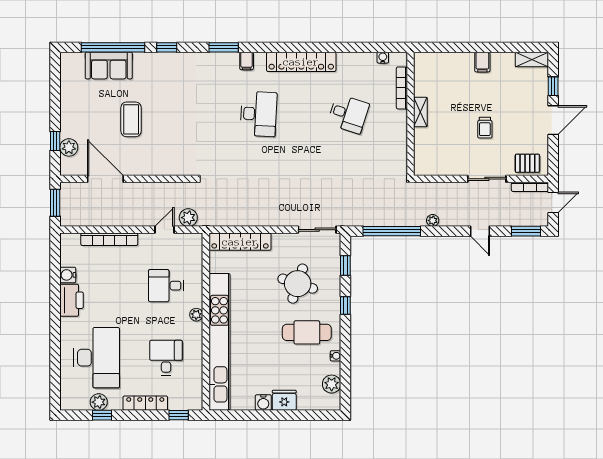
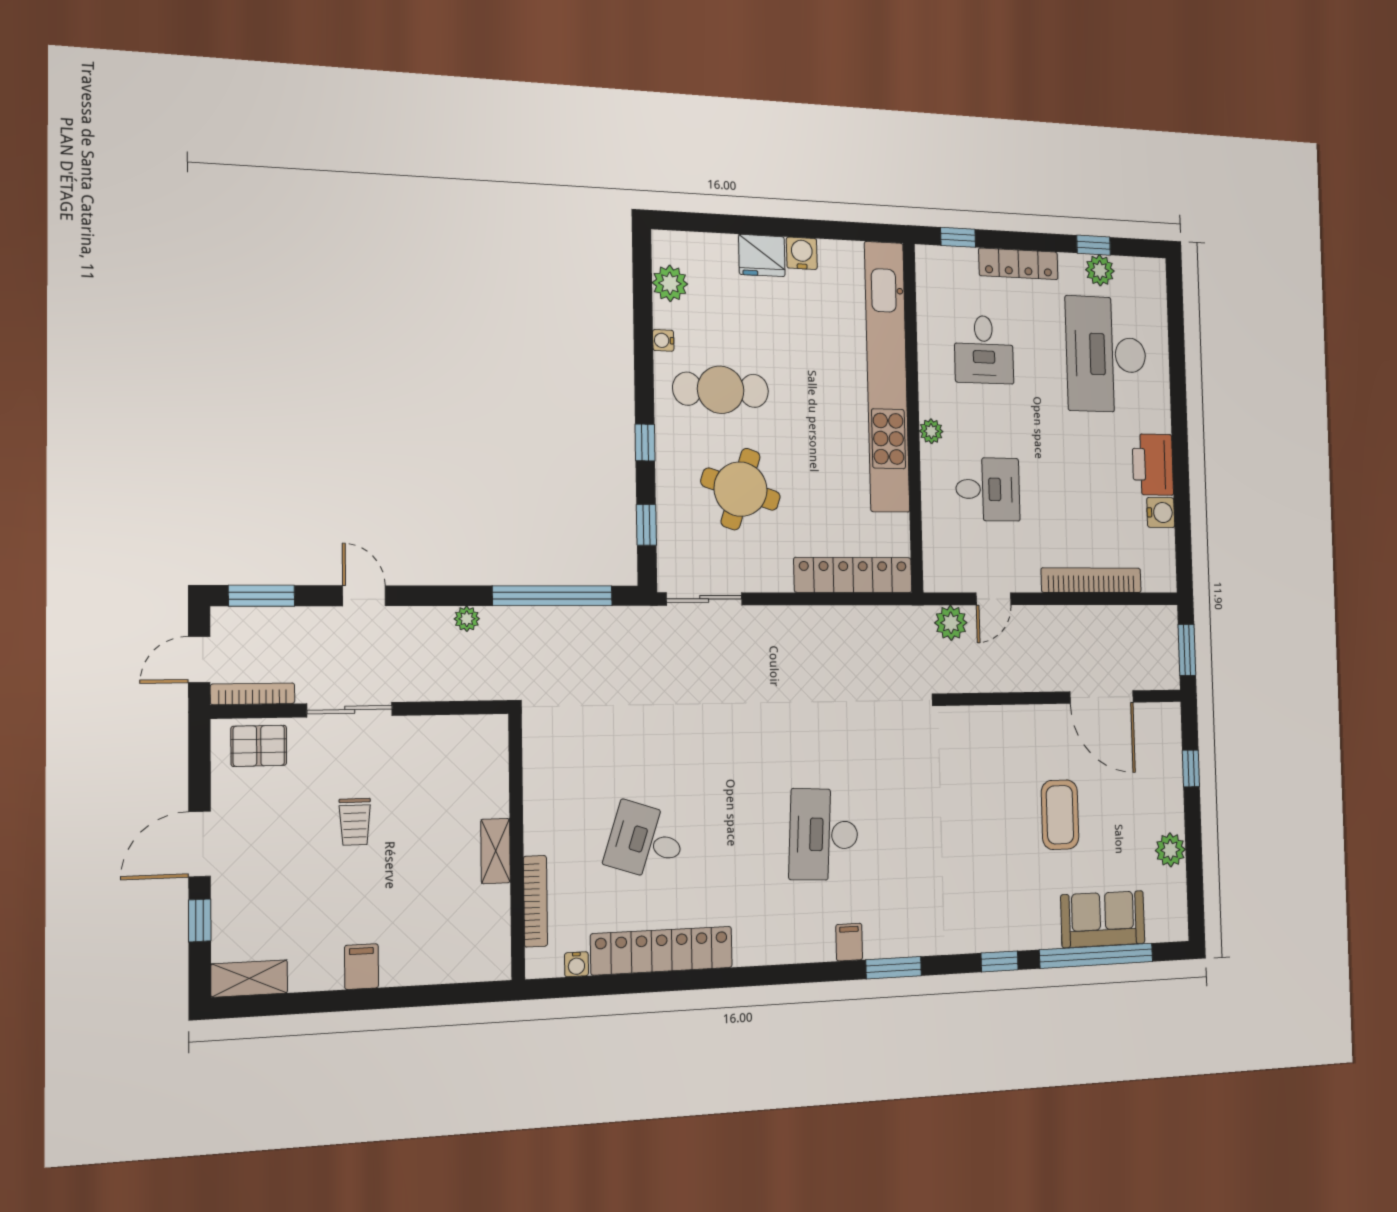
locker: (301, 62) -> (662, 951), moved
trolley: (485, 128) -> (355, 822), turned 180
plant: (69, 147) -> (1170, 850), moved

